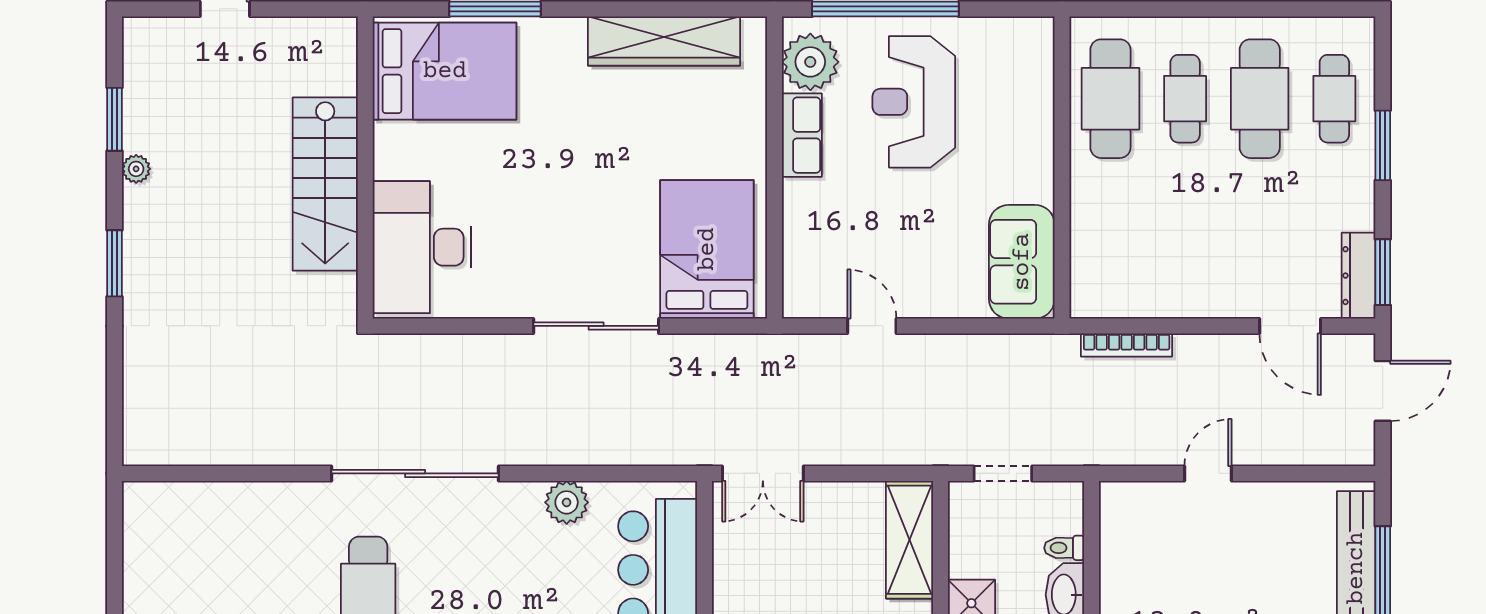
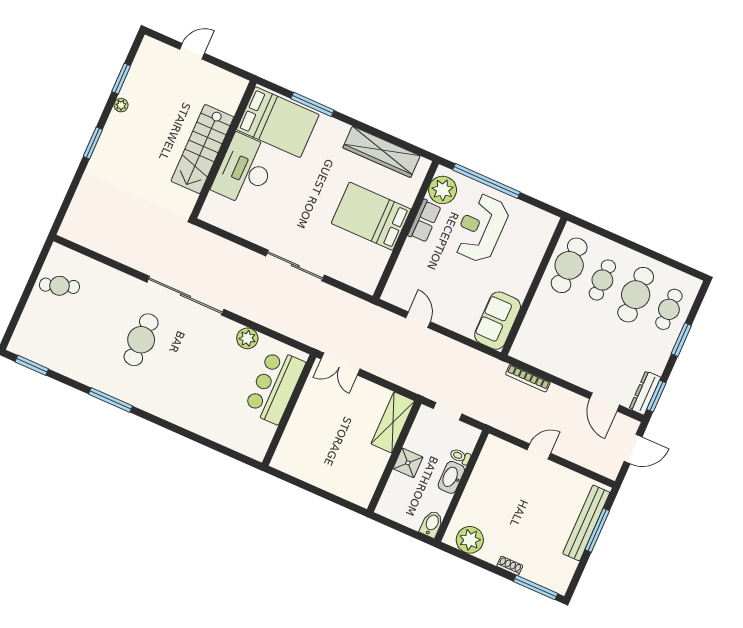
desk: (422, 247) -> (245, 170), moved
bed: (707, 249) -> (371, 216), moved, turned -90
cafe table: (170, 559) -> (59, 286), added

